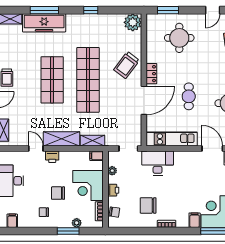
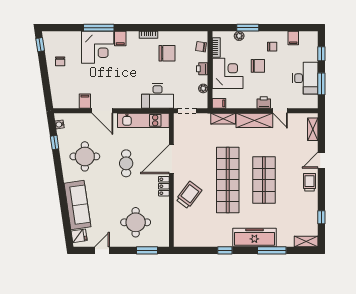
plant: (133, 22) -> (183, 238), removed
freezer: (44, 23) -> (254, 237), moved
filing cabinet: (12, 221) -> (293, 38), moved

